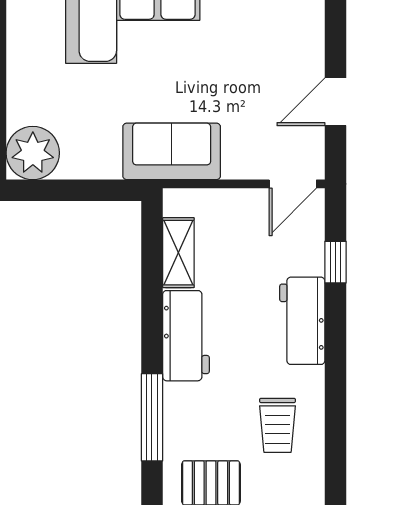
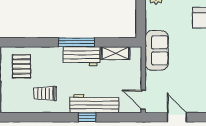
window: (336, 262) -> (87, 117), moved
workbench: (302, 321) -> (94, 104), width x1.38
window: (152, 417) -> (76, 42), moved

